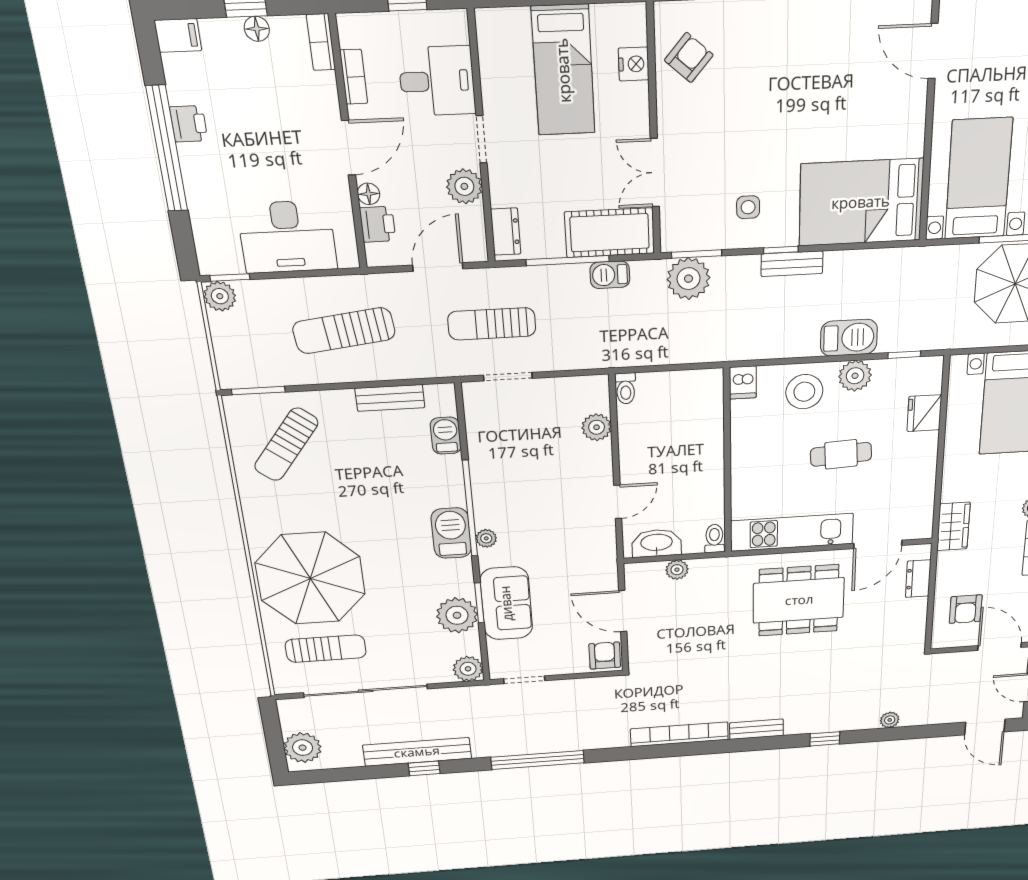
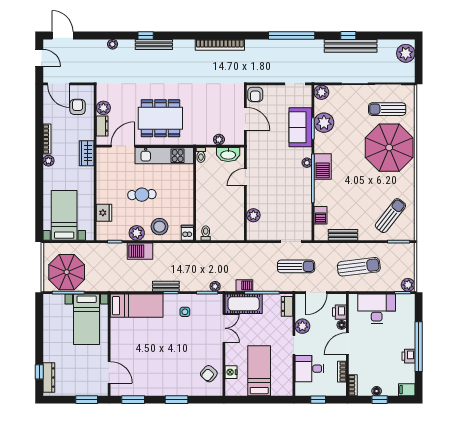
bed: (861, 202) -> (137, 306), width x0.67
plant: (689, 279) -> (215, 286), width x0.53, depth x0.53
toilet: (626, 388) -> (206, 233), moved
plant: (914, 611) -> (103, 108), added
bench: (756, 729) -> (154, 44), moved, width x1.36

